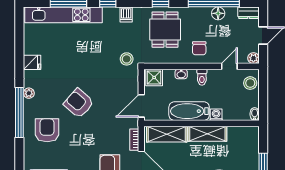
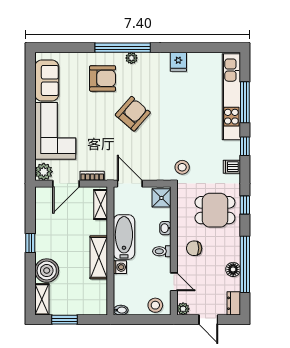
plant: (29, 93) -> (131, 58), moved
shelving: (167, 134) -> (101, 205), width x0.67, depth x0.75

